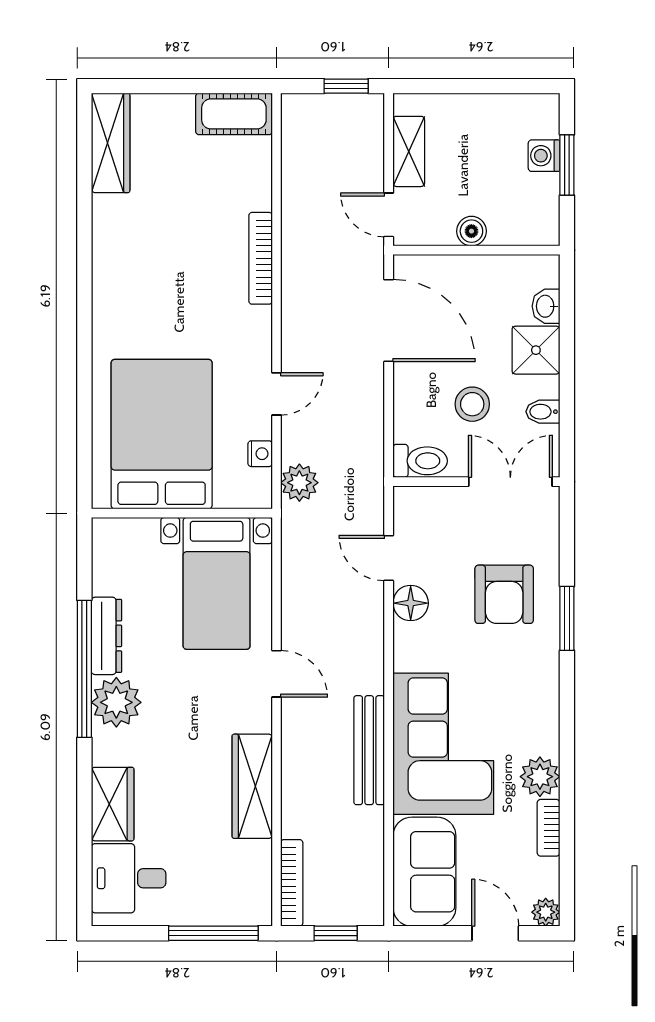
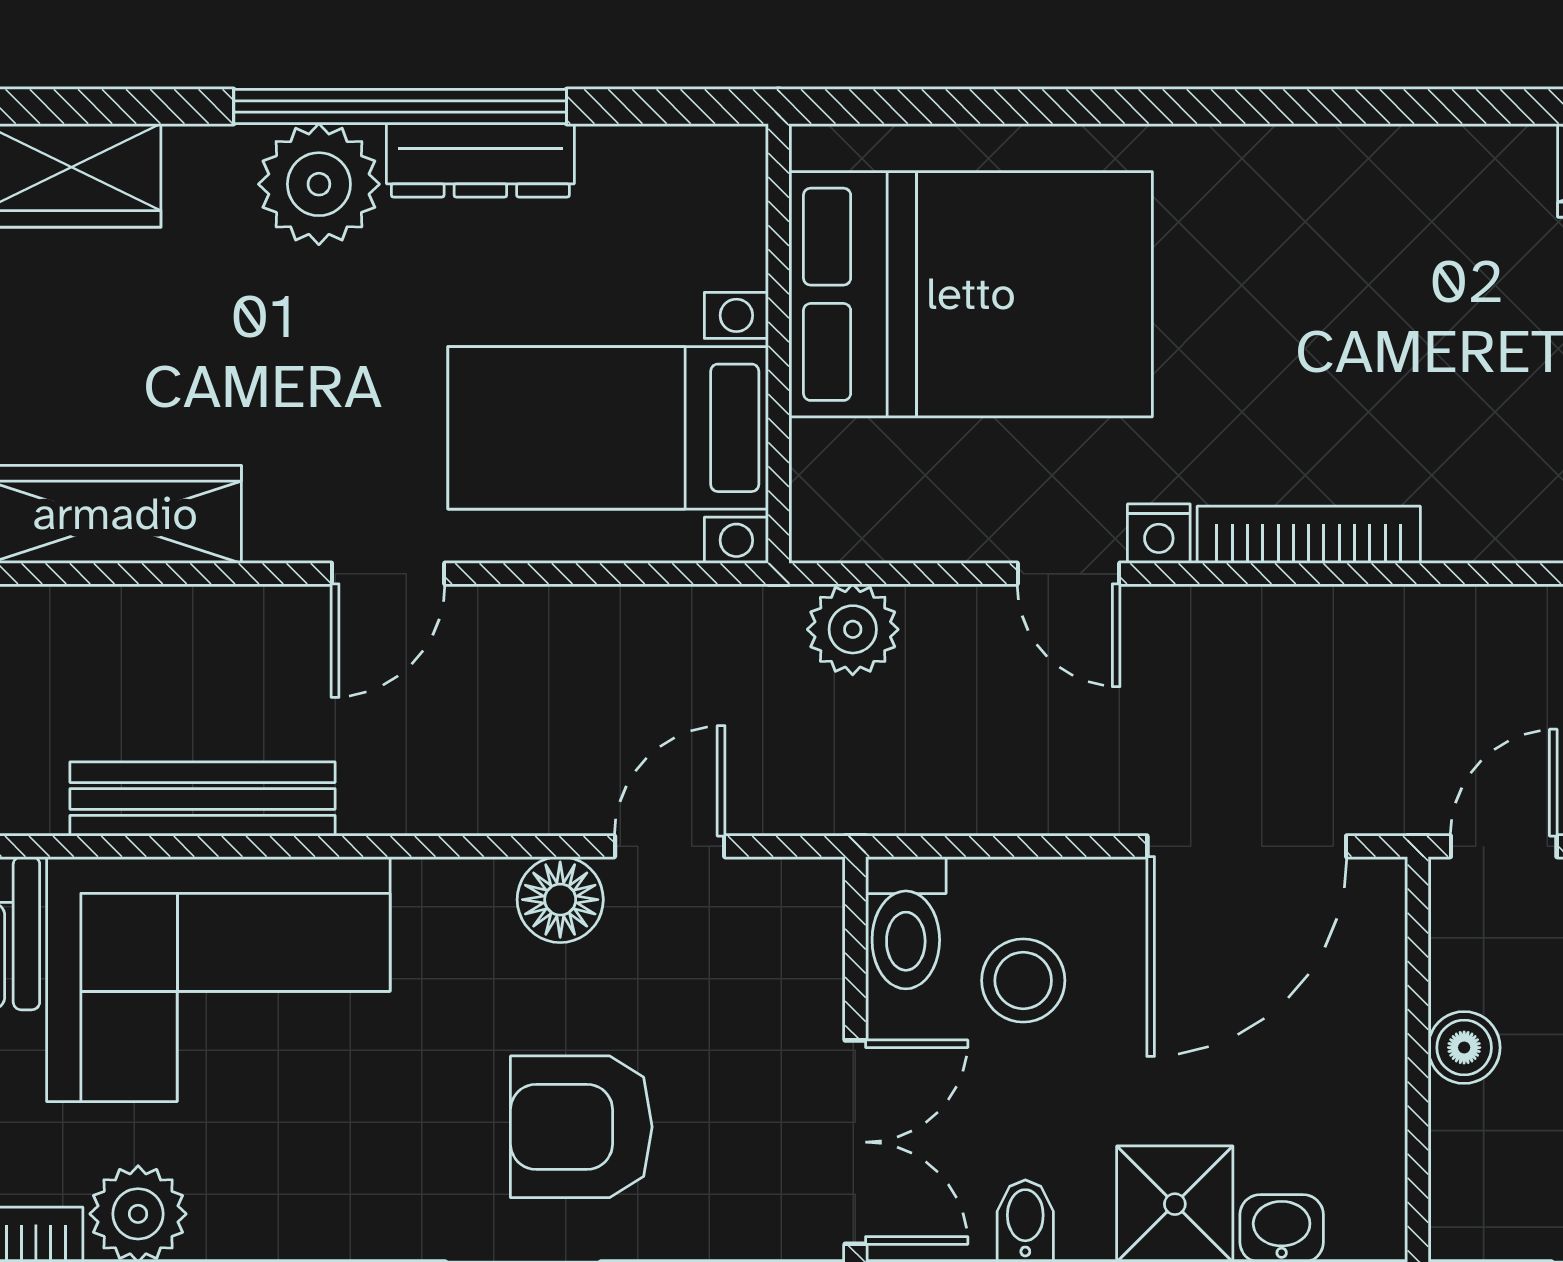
bookcase: (261, 258) -> (1309, 535), moved
stool: (472, 404) -> (1023, 980), moved
nightstand: (260, 454) -> (1159, 534), moved

